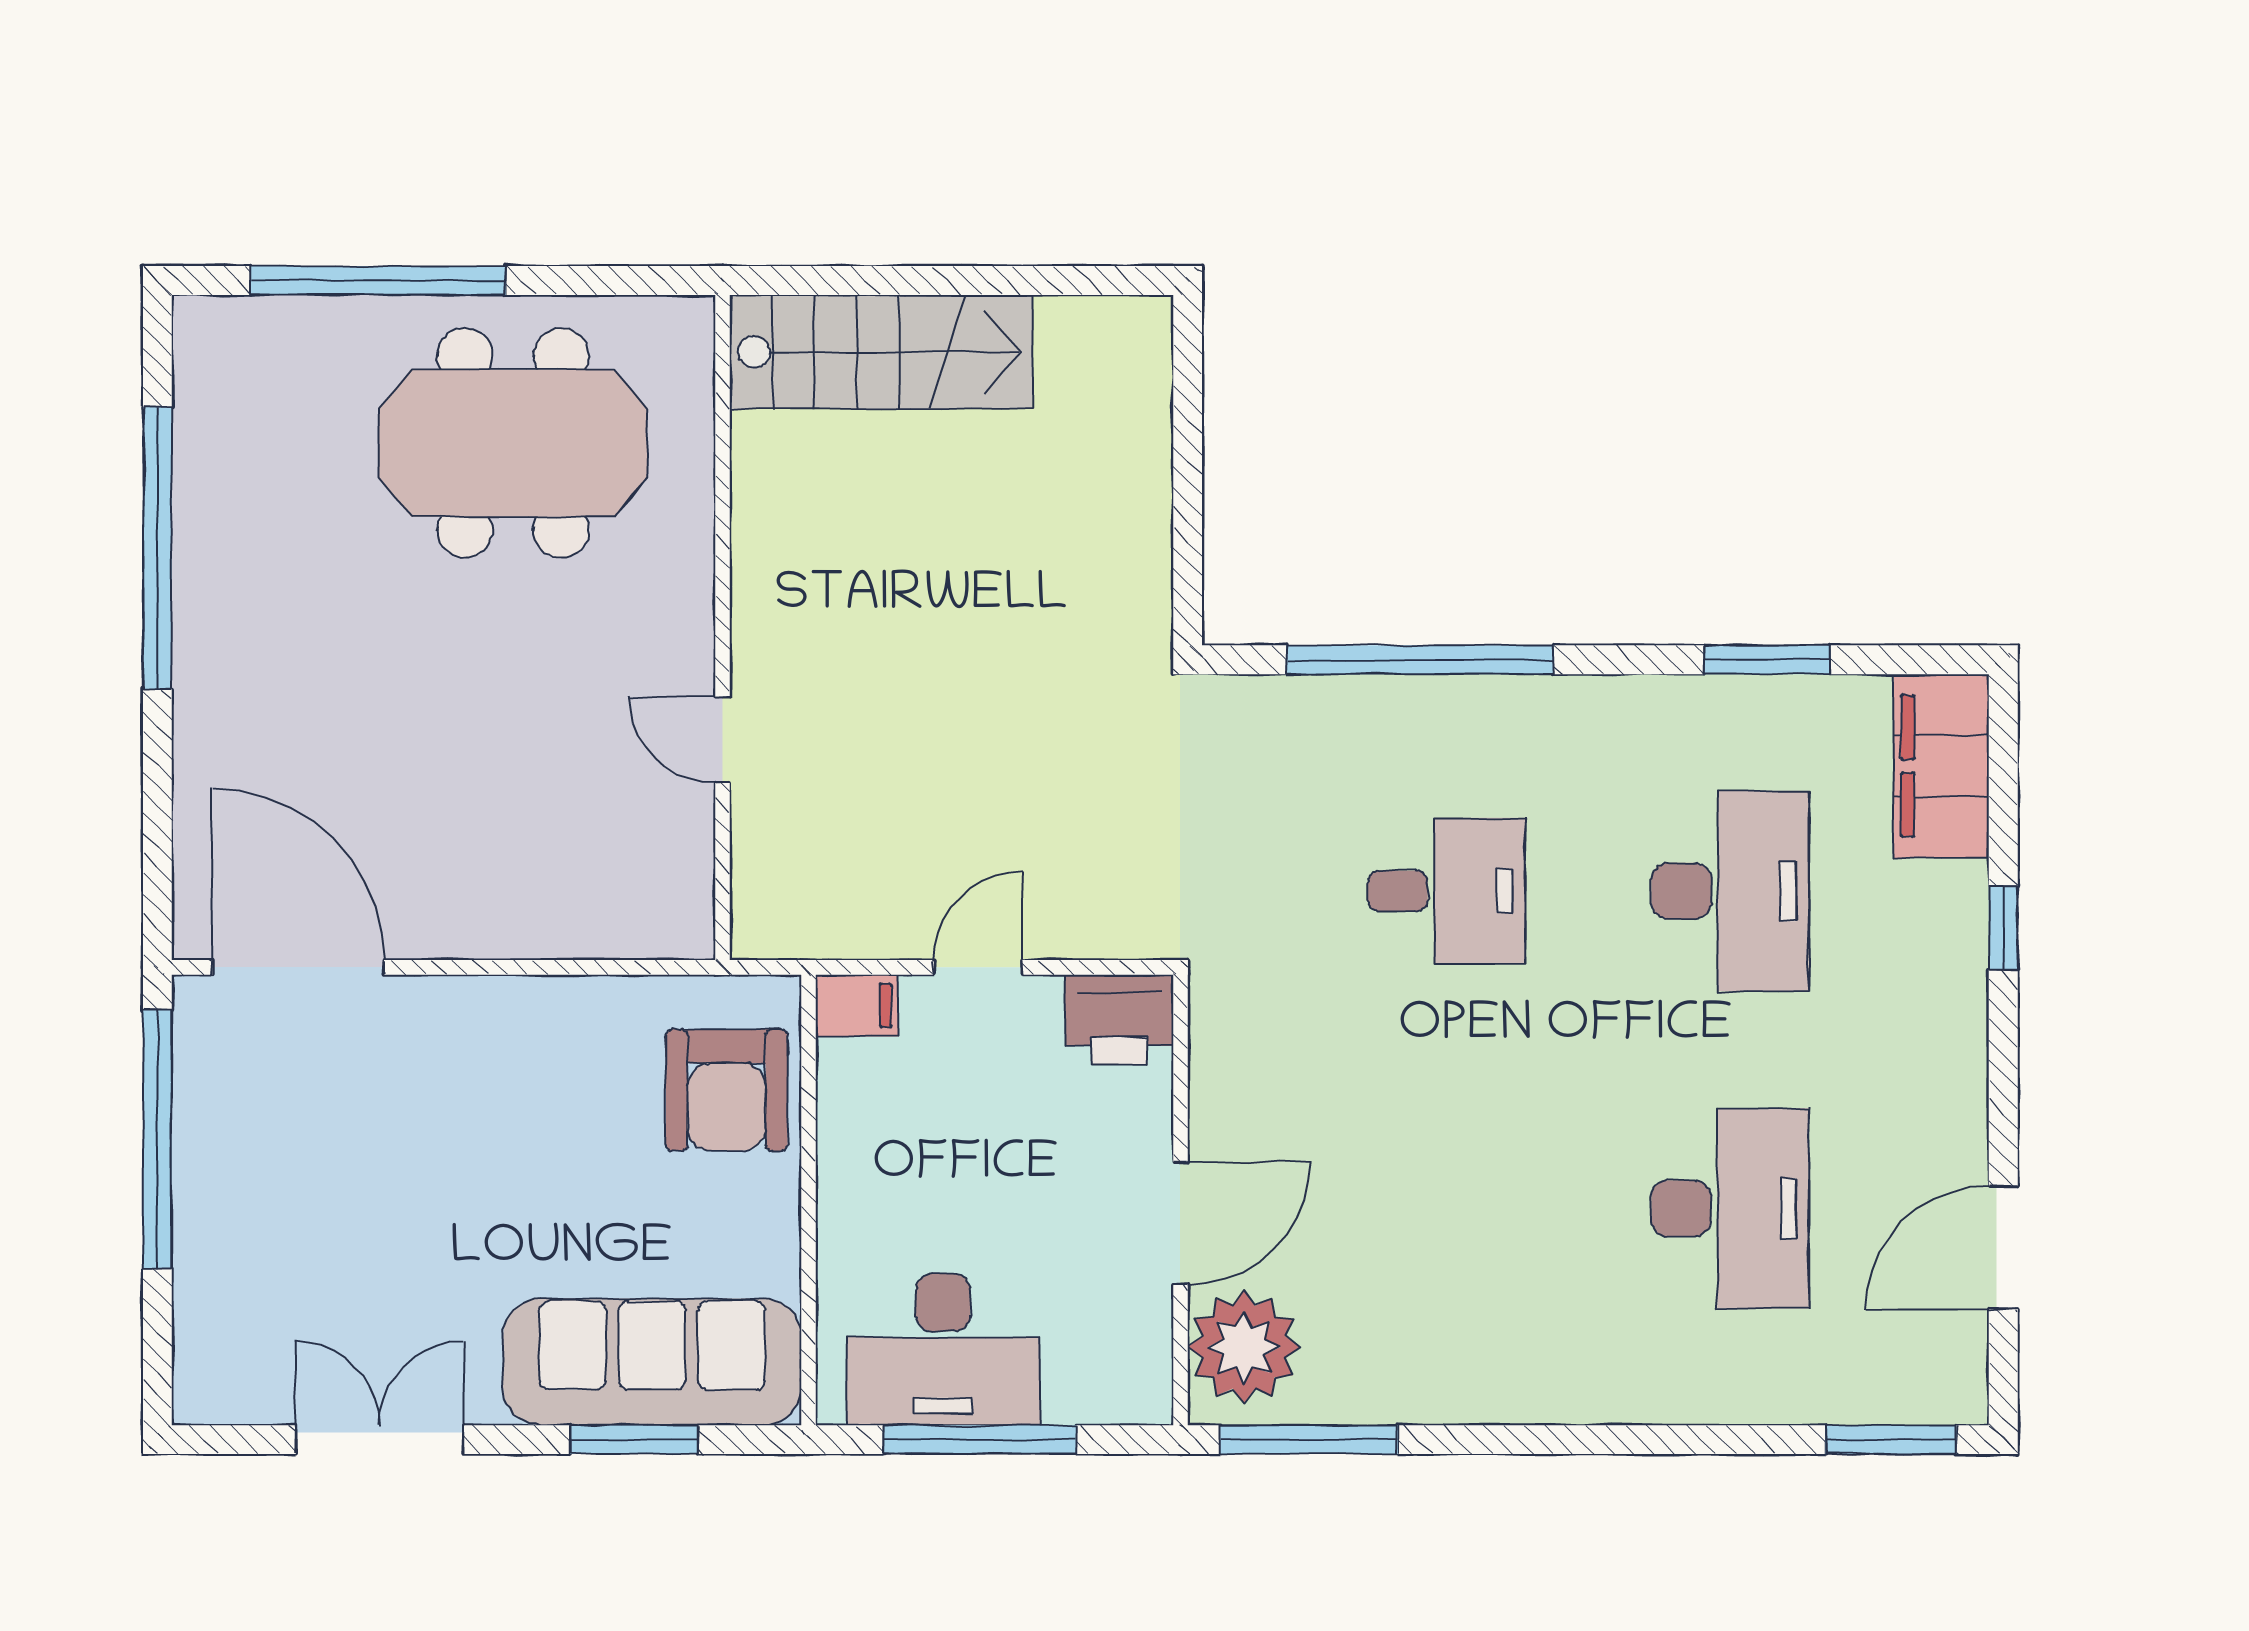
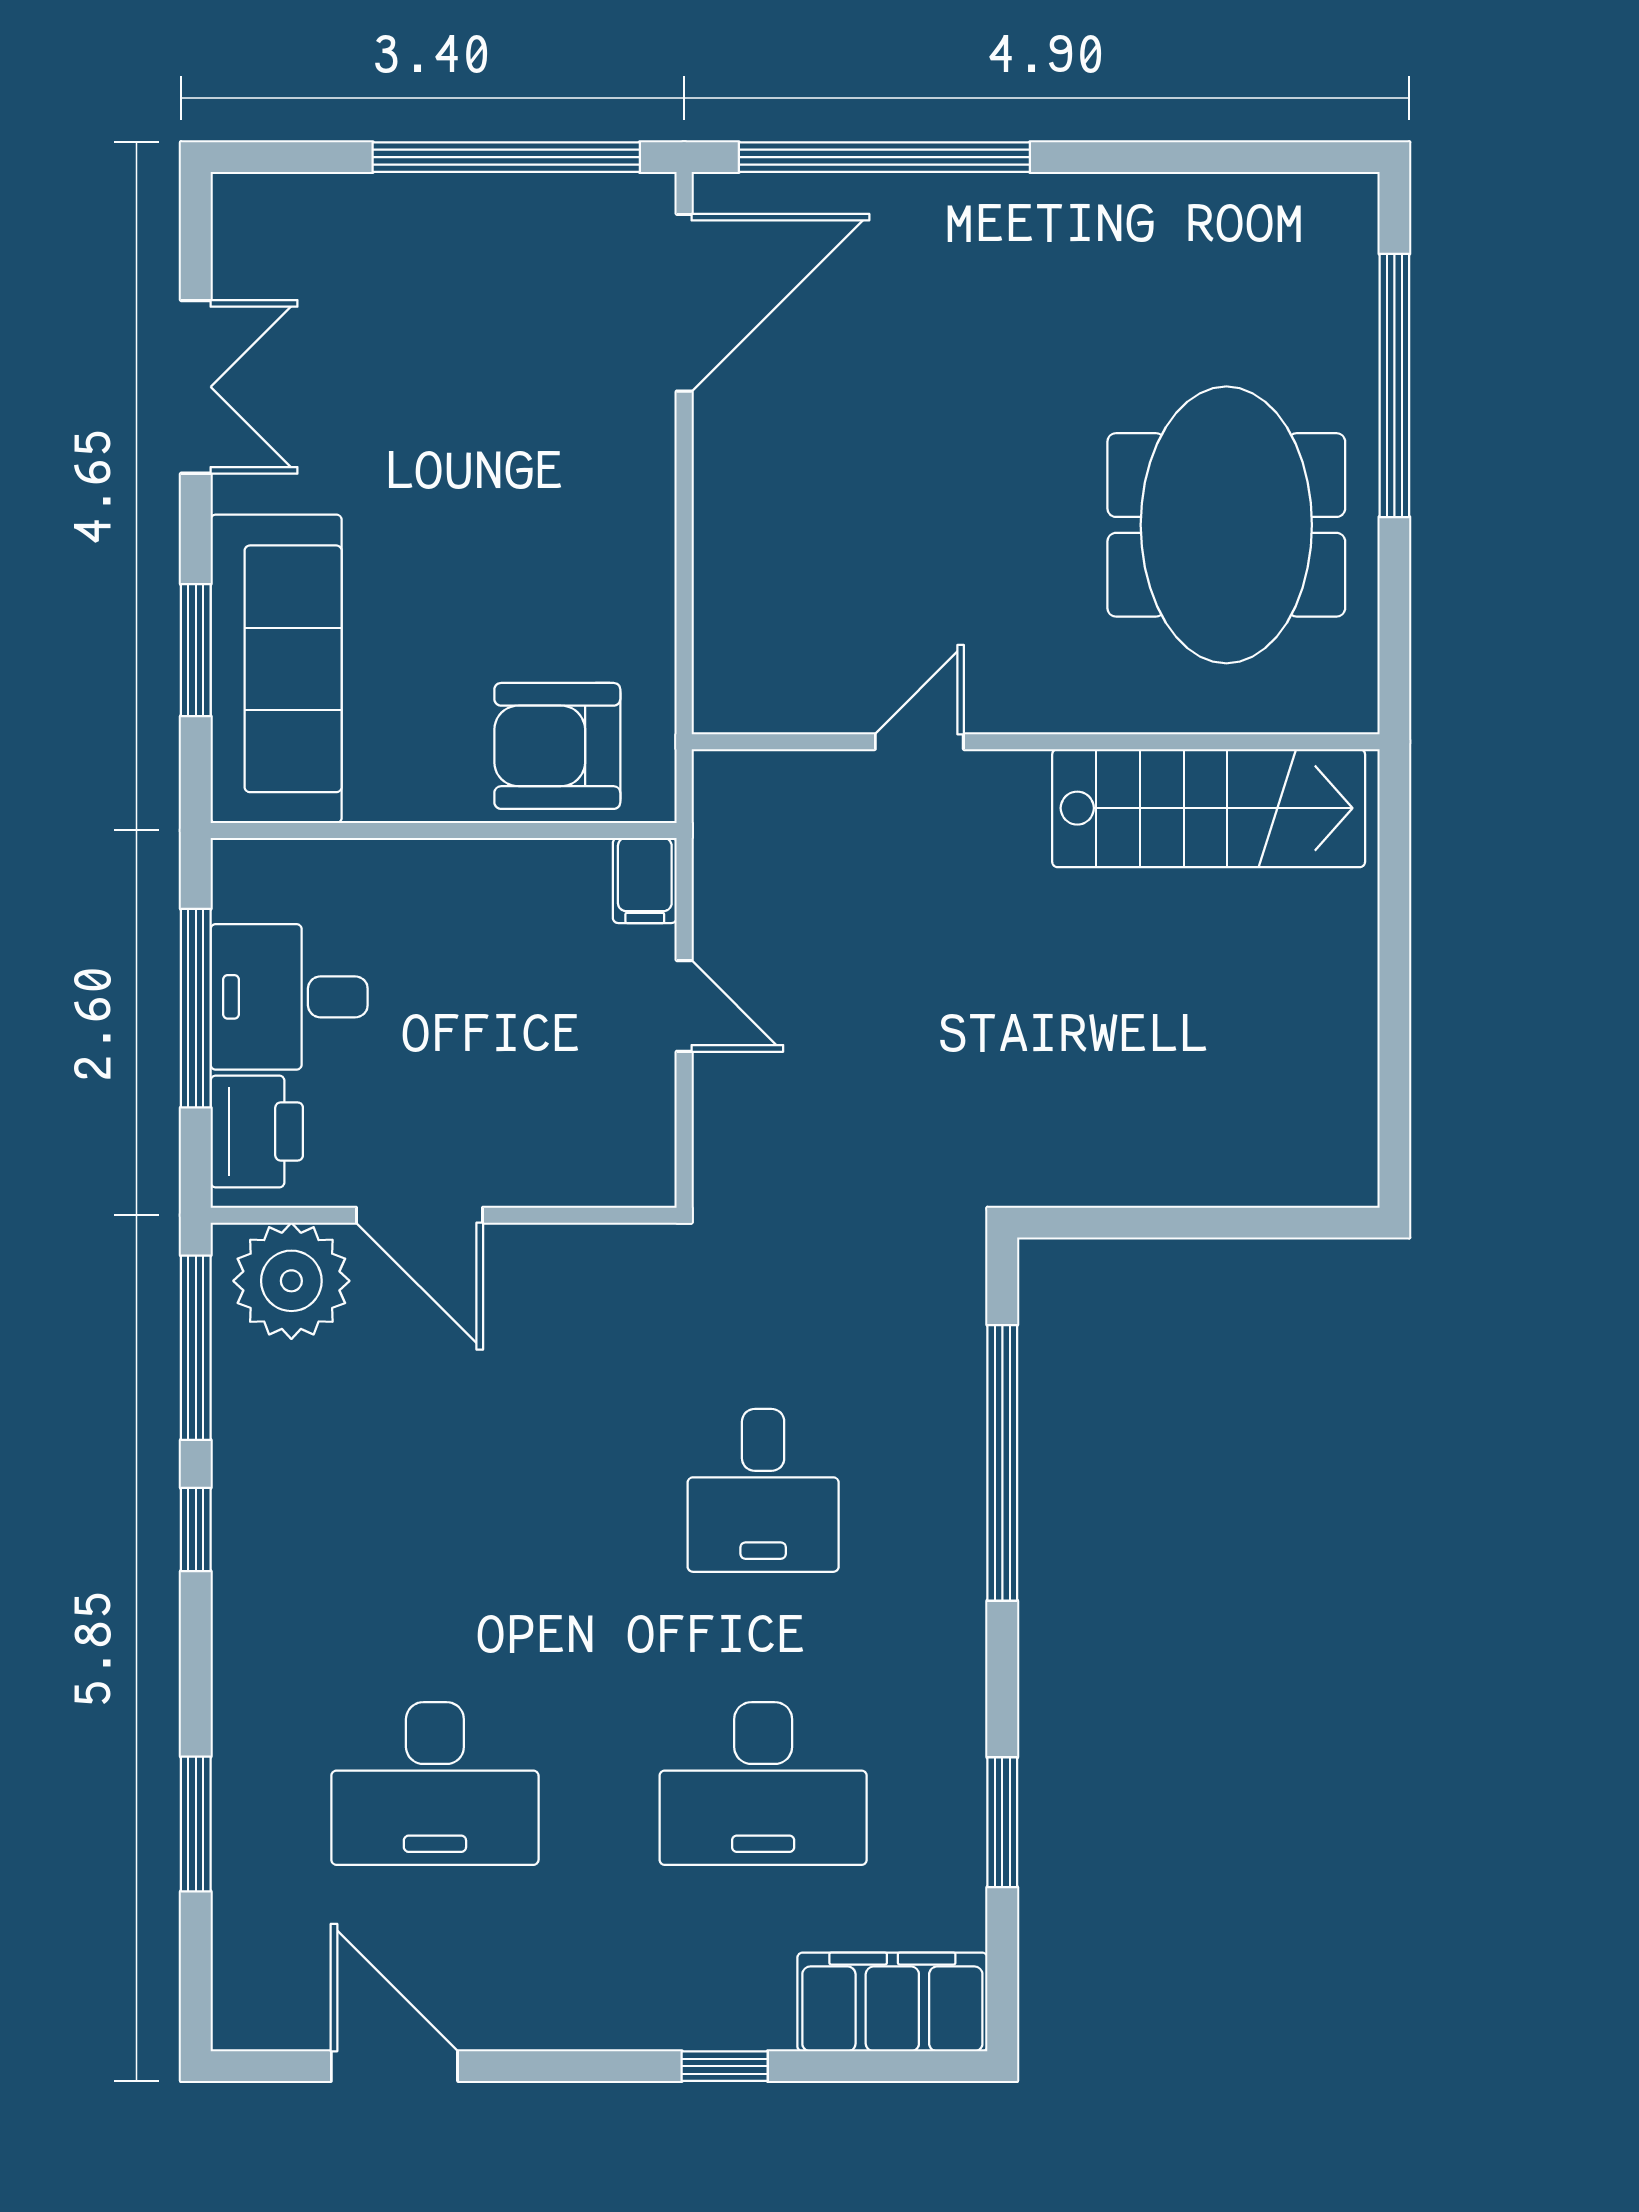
stairs: (881, 352) -> (1209, 808), moved, turned -90
window: (157, 548) -> (884, 157), moved
printer: (1119, 1019) -> (257, 1131), moved, turned 180
desk: (943, 1349) -> (289, 997), width x0.73
window: (1484, 1440) -> (196, 1529), added
window: (1891, 1440) -> (196, 1824), moved

